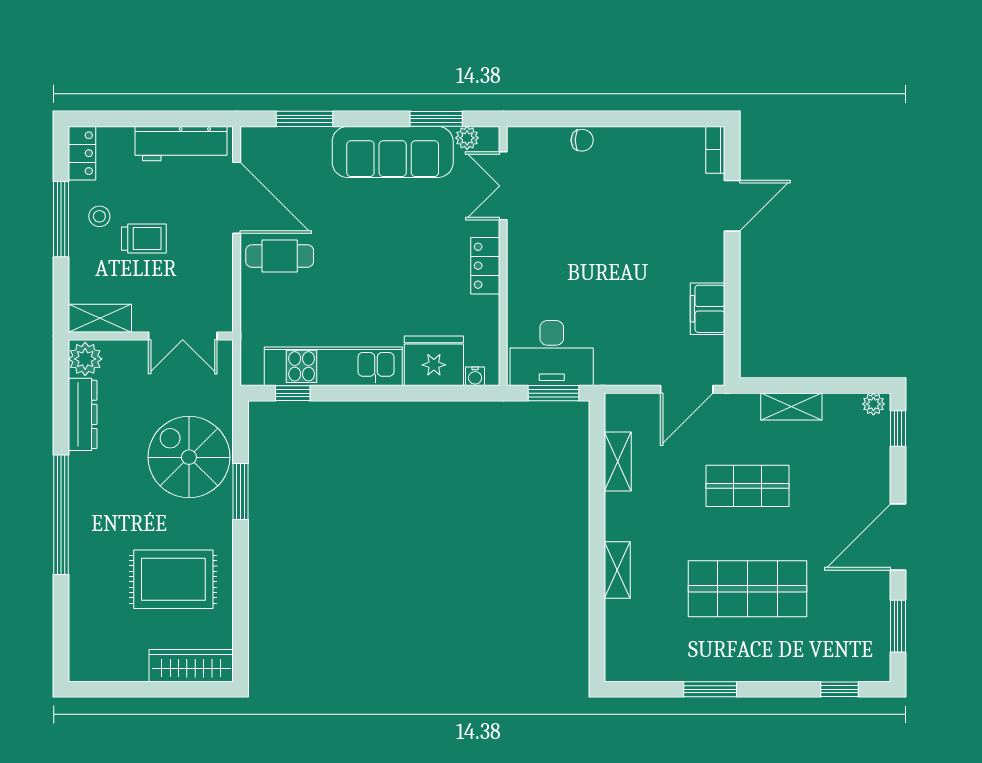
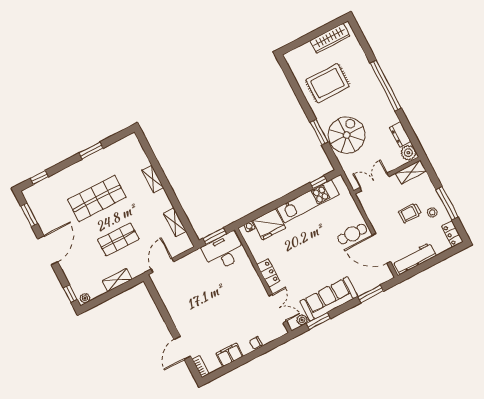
filing cabinet: (708, 309) -> (230, 355), moved, turned -90
dresser: (83, 414) -> (400, 134), width x0.70
spiral stairs: (189, 457) -> (347, 135), turned -90
wardrobe: (191, 666) -> (330, 38), moved

